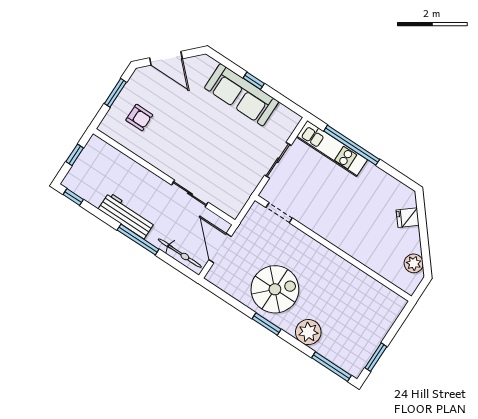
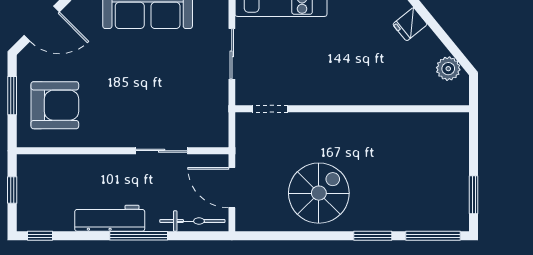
armchair: (139, 118) -> (55, 105), width x1.88, depth x1.88
window: (267, 324) -> (373, 236), moved
plant: (308, 332) -> (384, 215), removed

